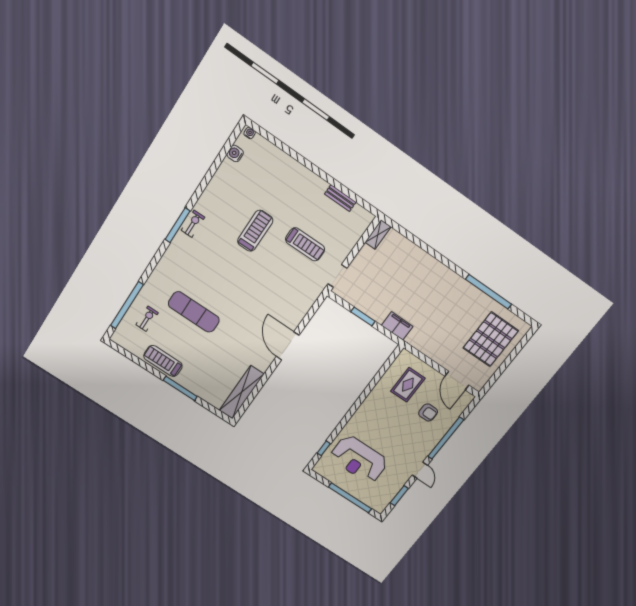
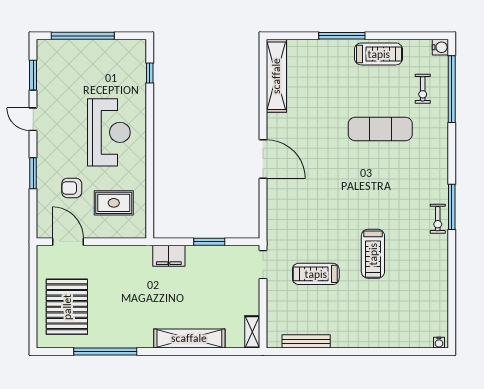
water cooler: (235, 153) -> (440, 47), moved
bench: (340, 198) -> (306, 341), width x1.36
shelving: (425, 261) -> (189, 338), added
rug: (408, 385) -> (114, 203), turned 90
window: (446, 438) -> (33, 173), width x0.47
reception desk: (359, 459) -> (109, 132), moved, turned 90

